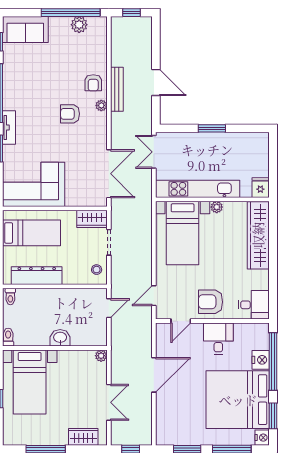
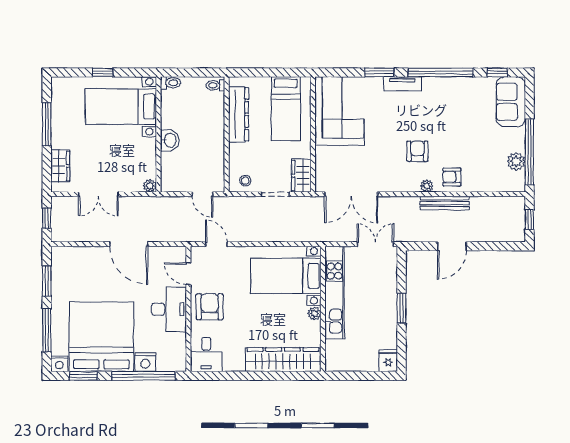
fridge: (260, 188) -> (388, 361), moved, turned -90
desk: (218, 339) -> (169, 309), width x1.37

